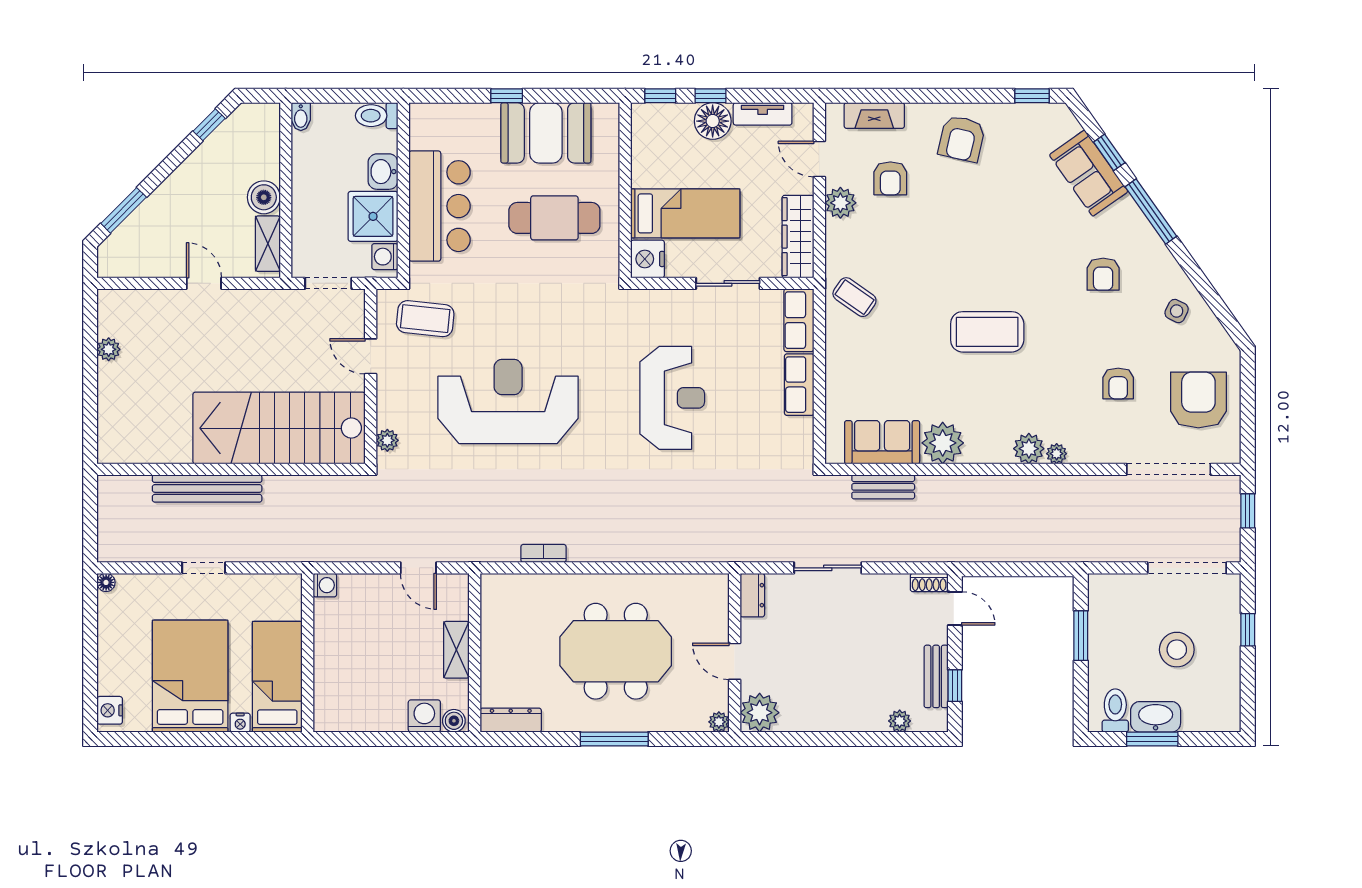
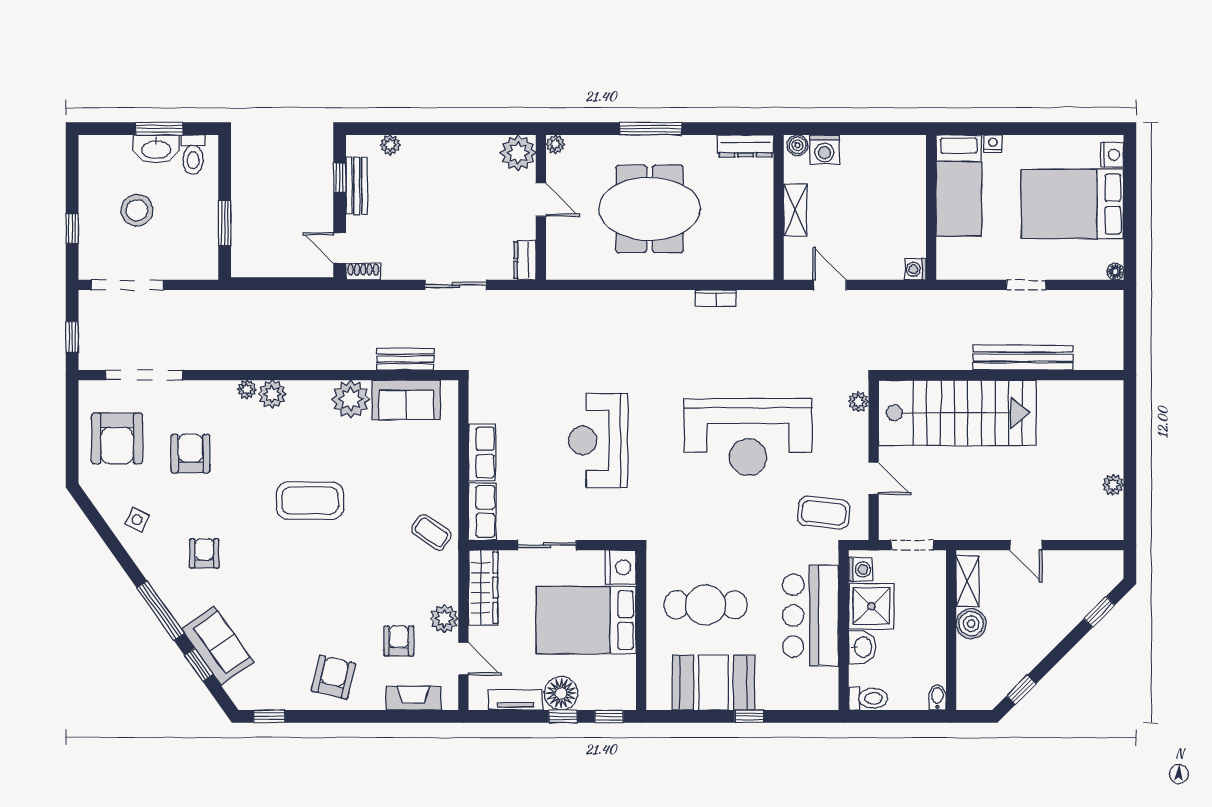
window: (124, 210) -> (1099, 612), width x0.67
bed: (685, 213) -> (586, 620), width x1.50
armchair: (1118, 383) -> (190, 454), width x1.38, depth x1.38
bed: (190, 676) -> (1073, 204), moved, turned 90

